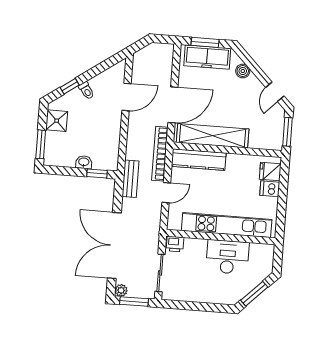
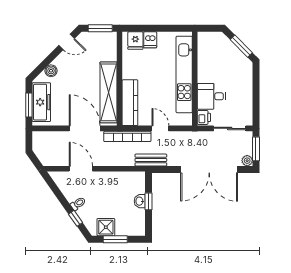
window: (41, 144) -> (115, 239), moved
window: (97, 173) -> (148, 201), moved
desk: (227, 257) -> (211, 96), moved, width x0.73

